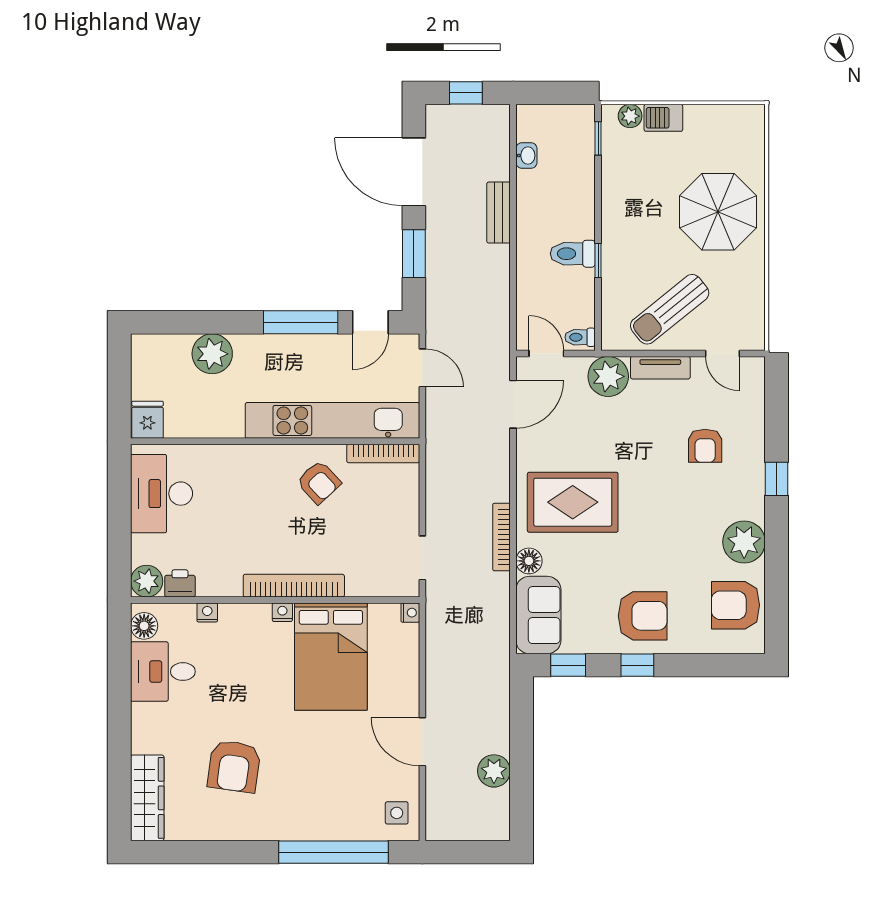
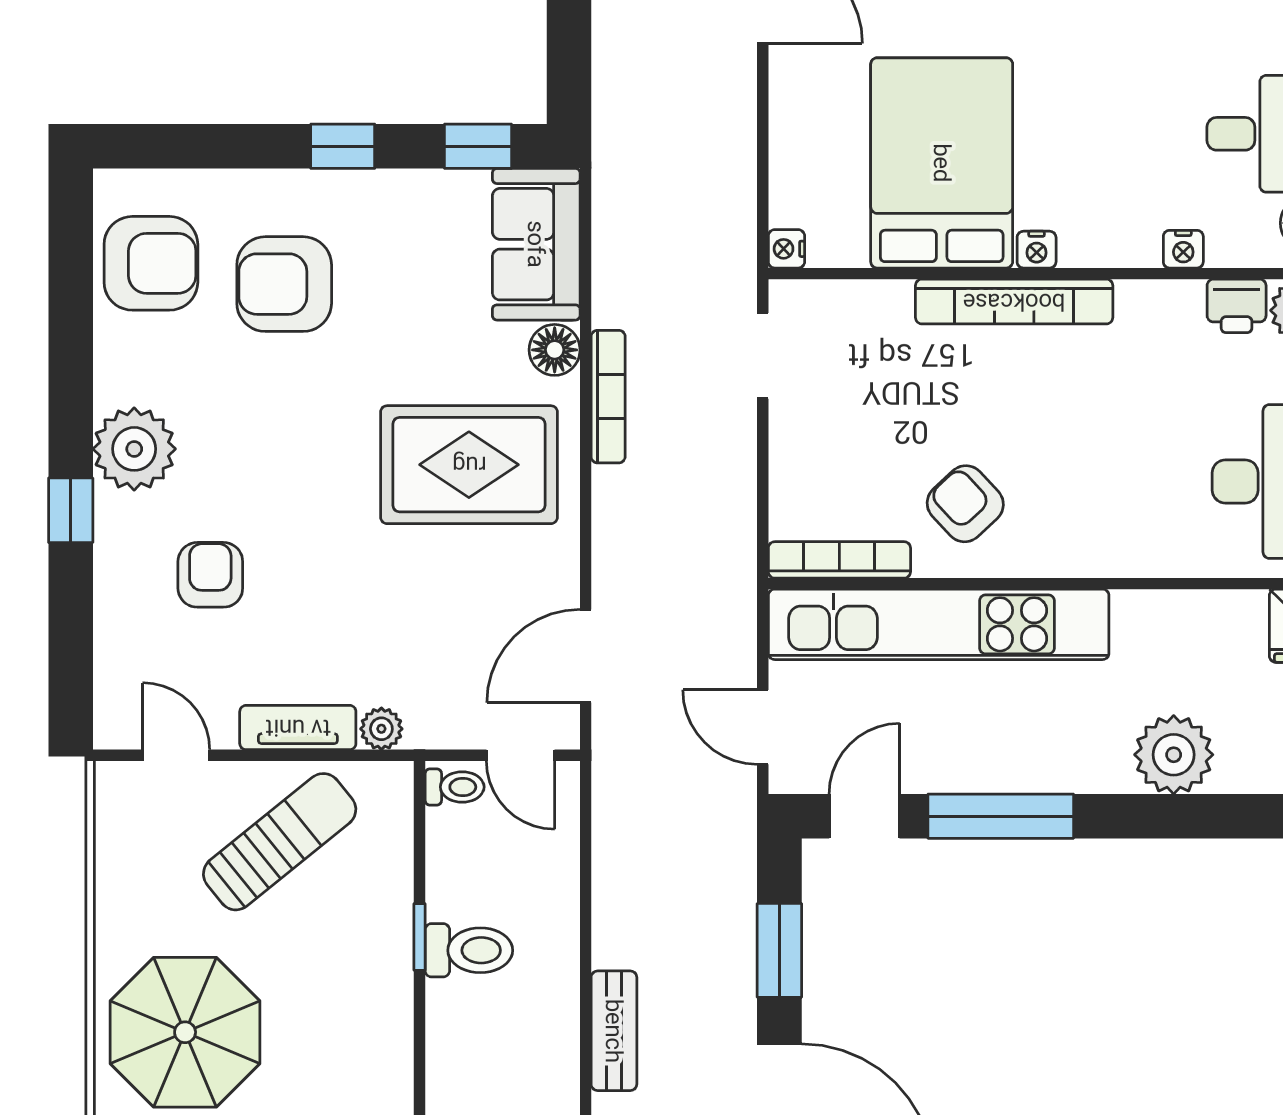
plant: (608, 376) -> (381, 729), width x0.53, depth x0.53
plant: (744, 542) -> (134, 449), moved
armchair: (643, 616) -> (284, 284), moved

